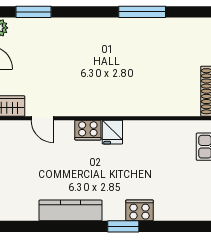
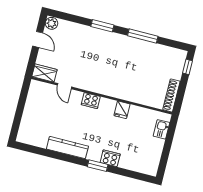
window: (33, 12) -> (102, 26), moved
fridge: (112, 132) -> (122, 110), moved

